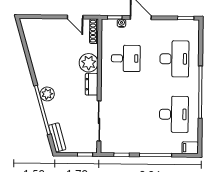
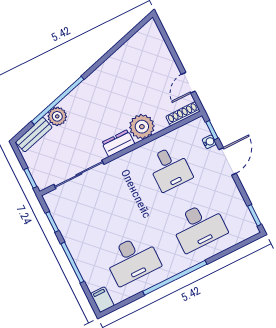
plant: (47, 94) -> (57, 116), moved

